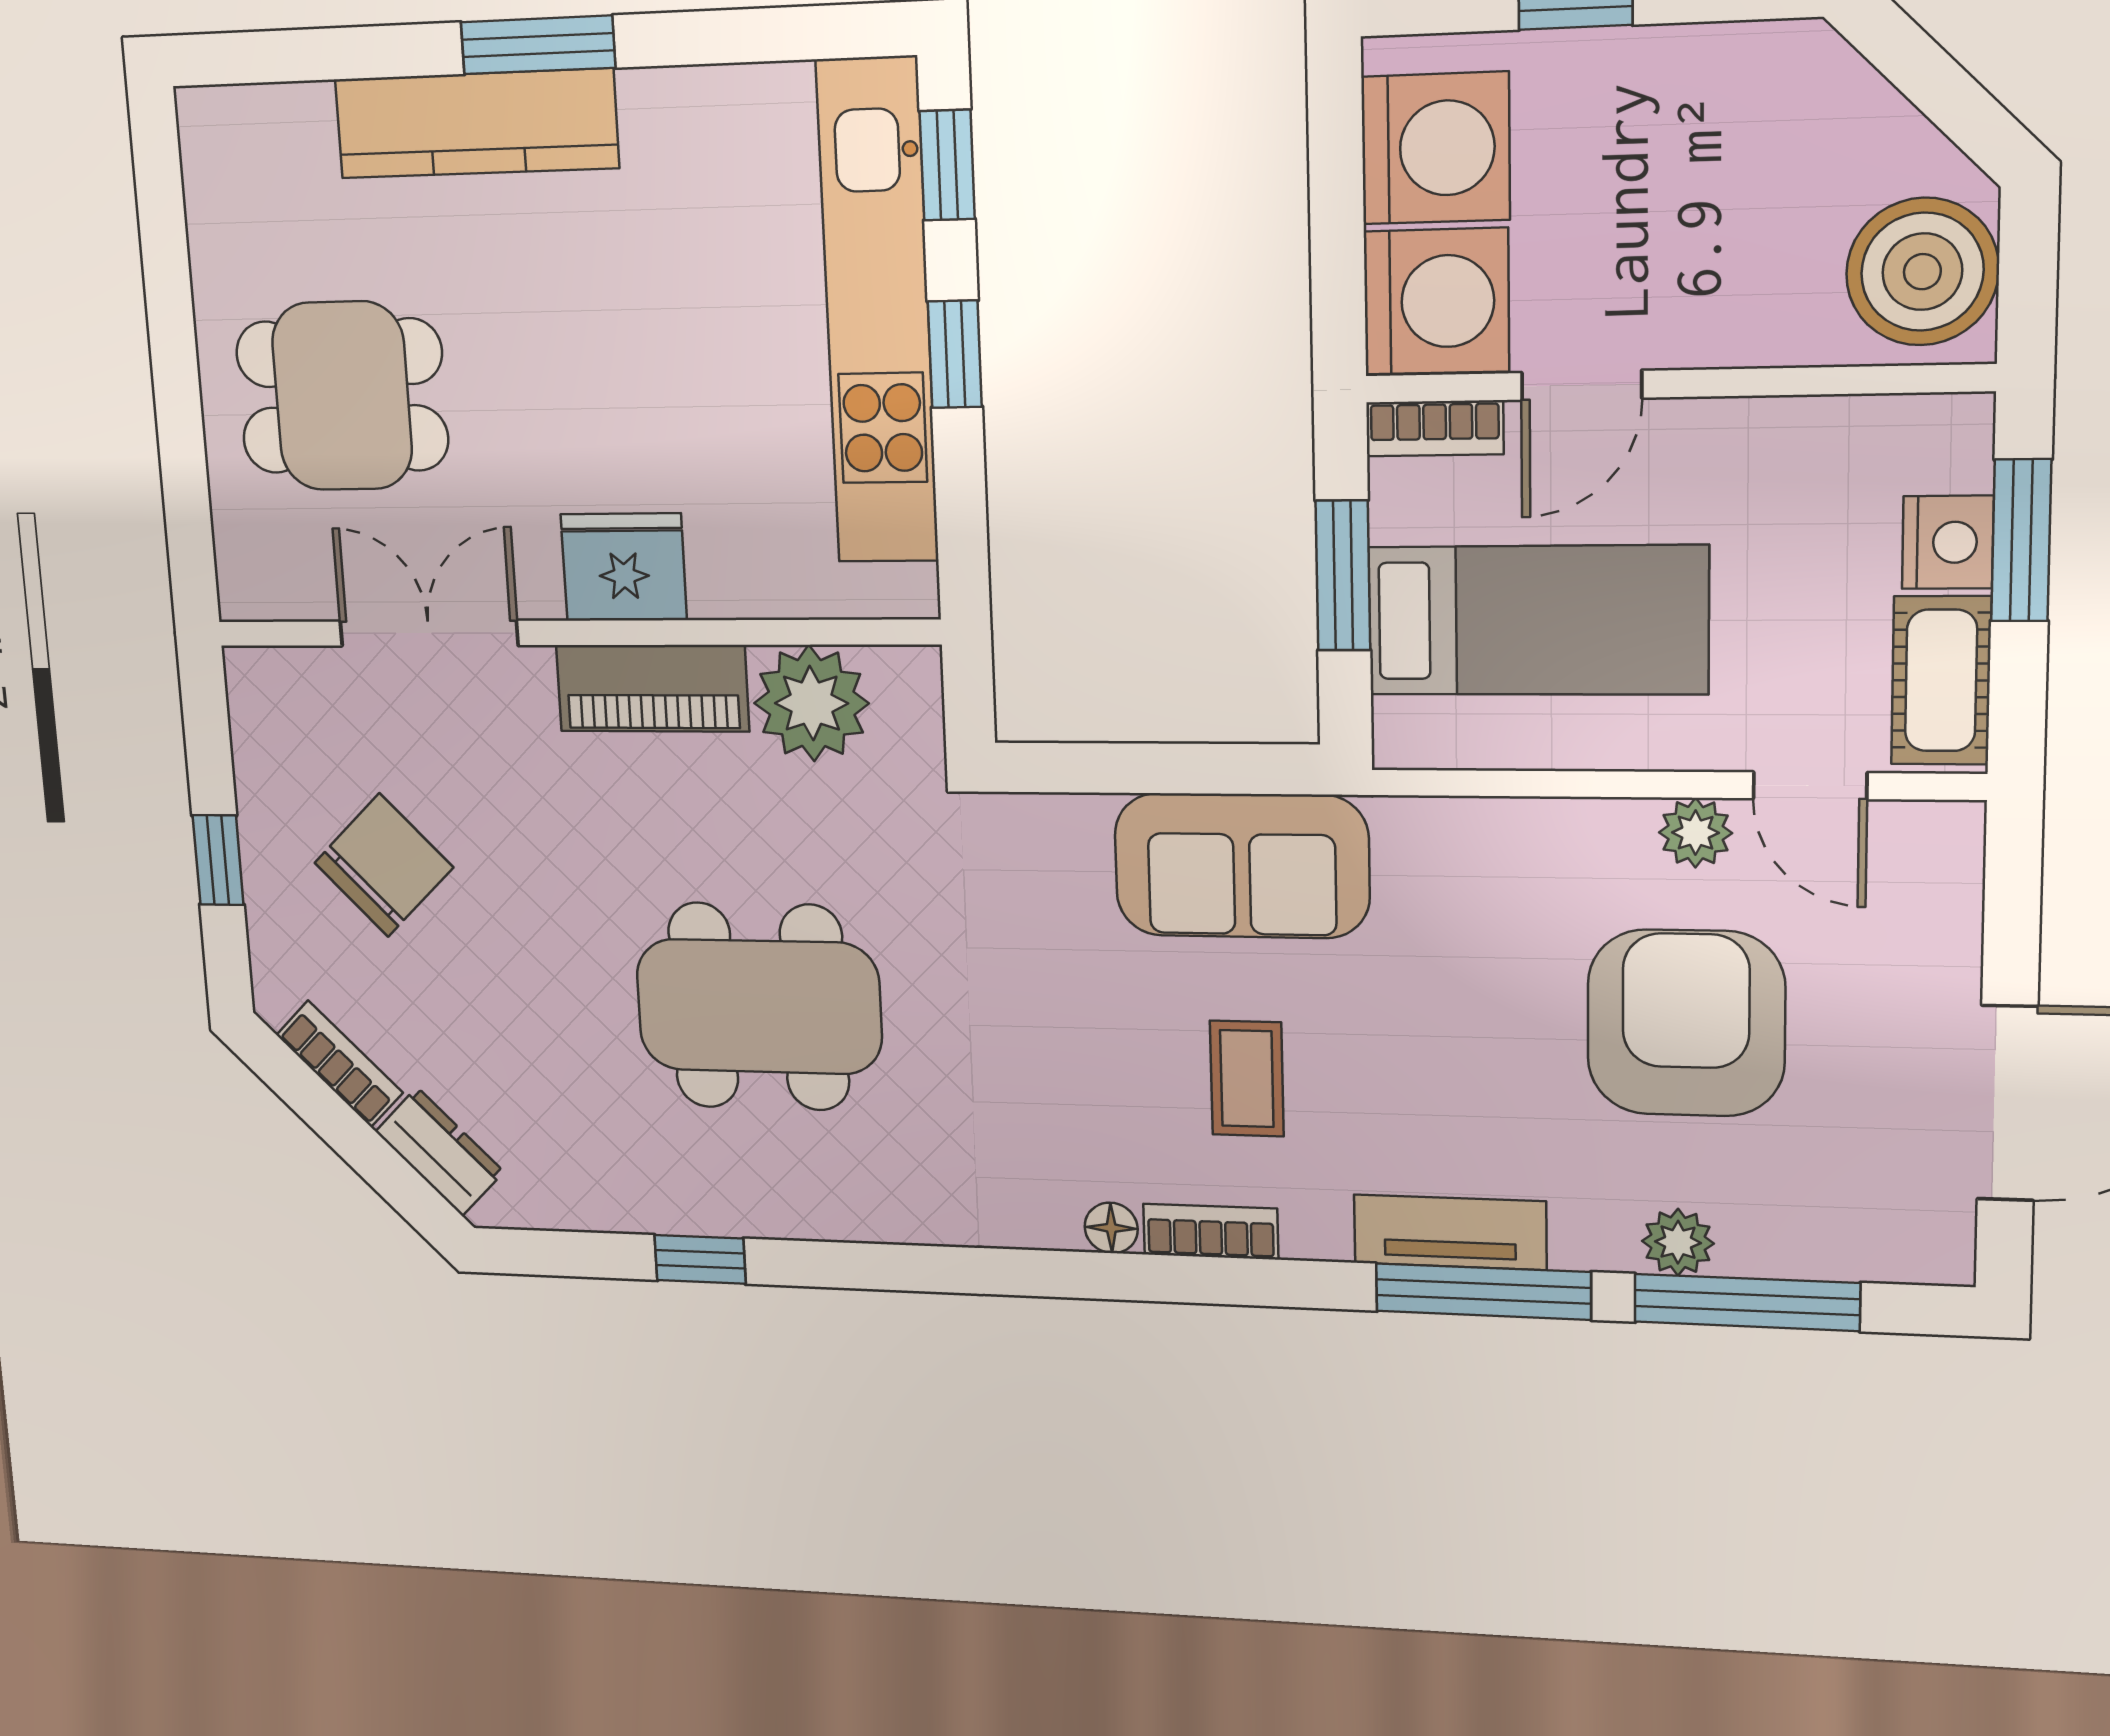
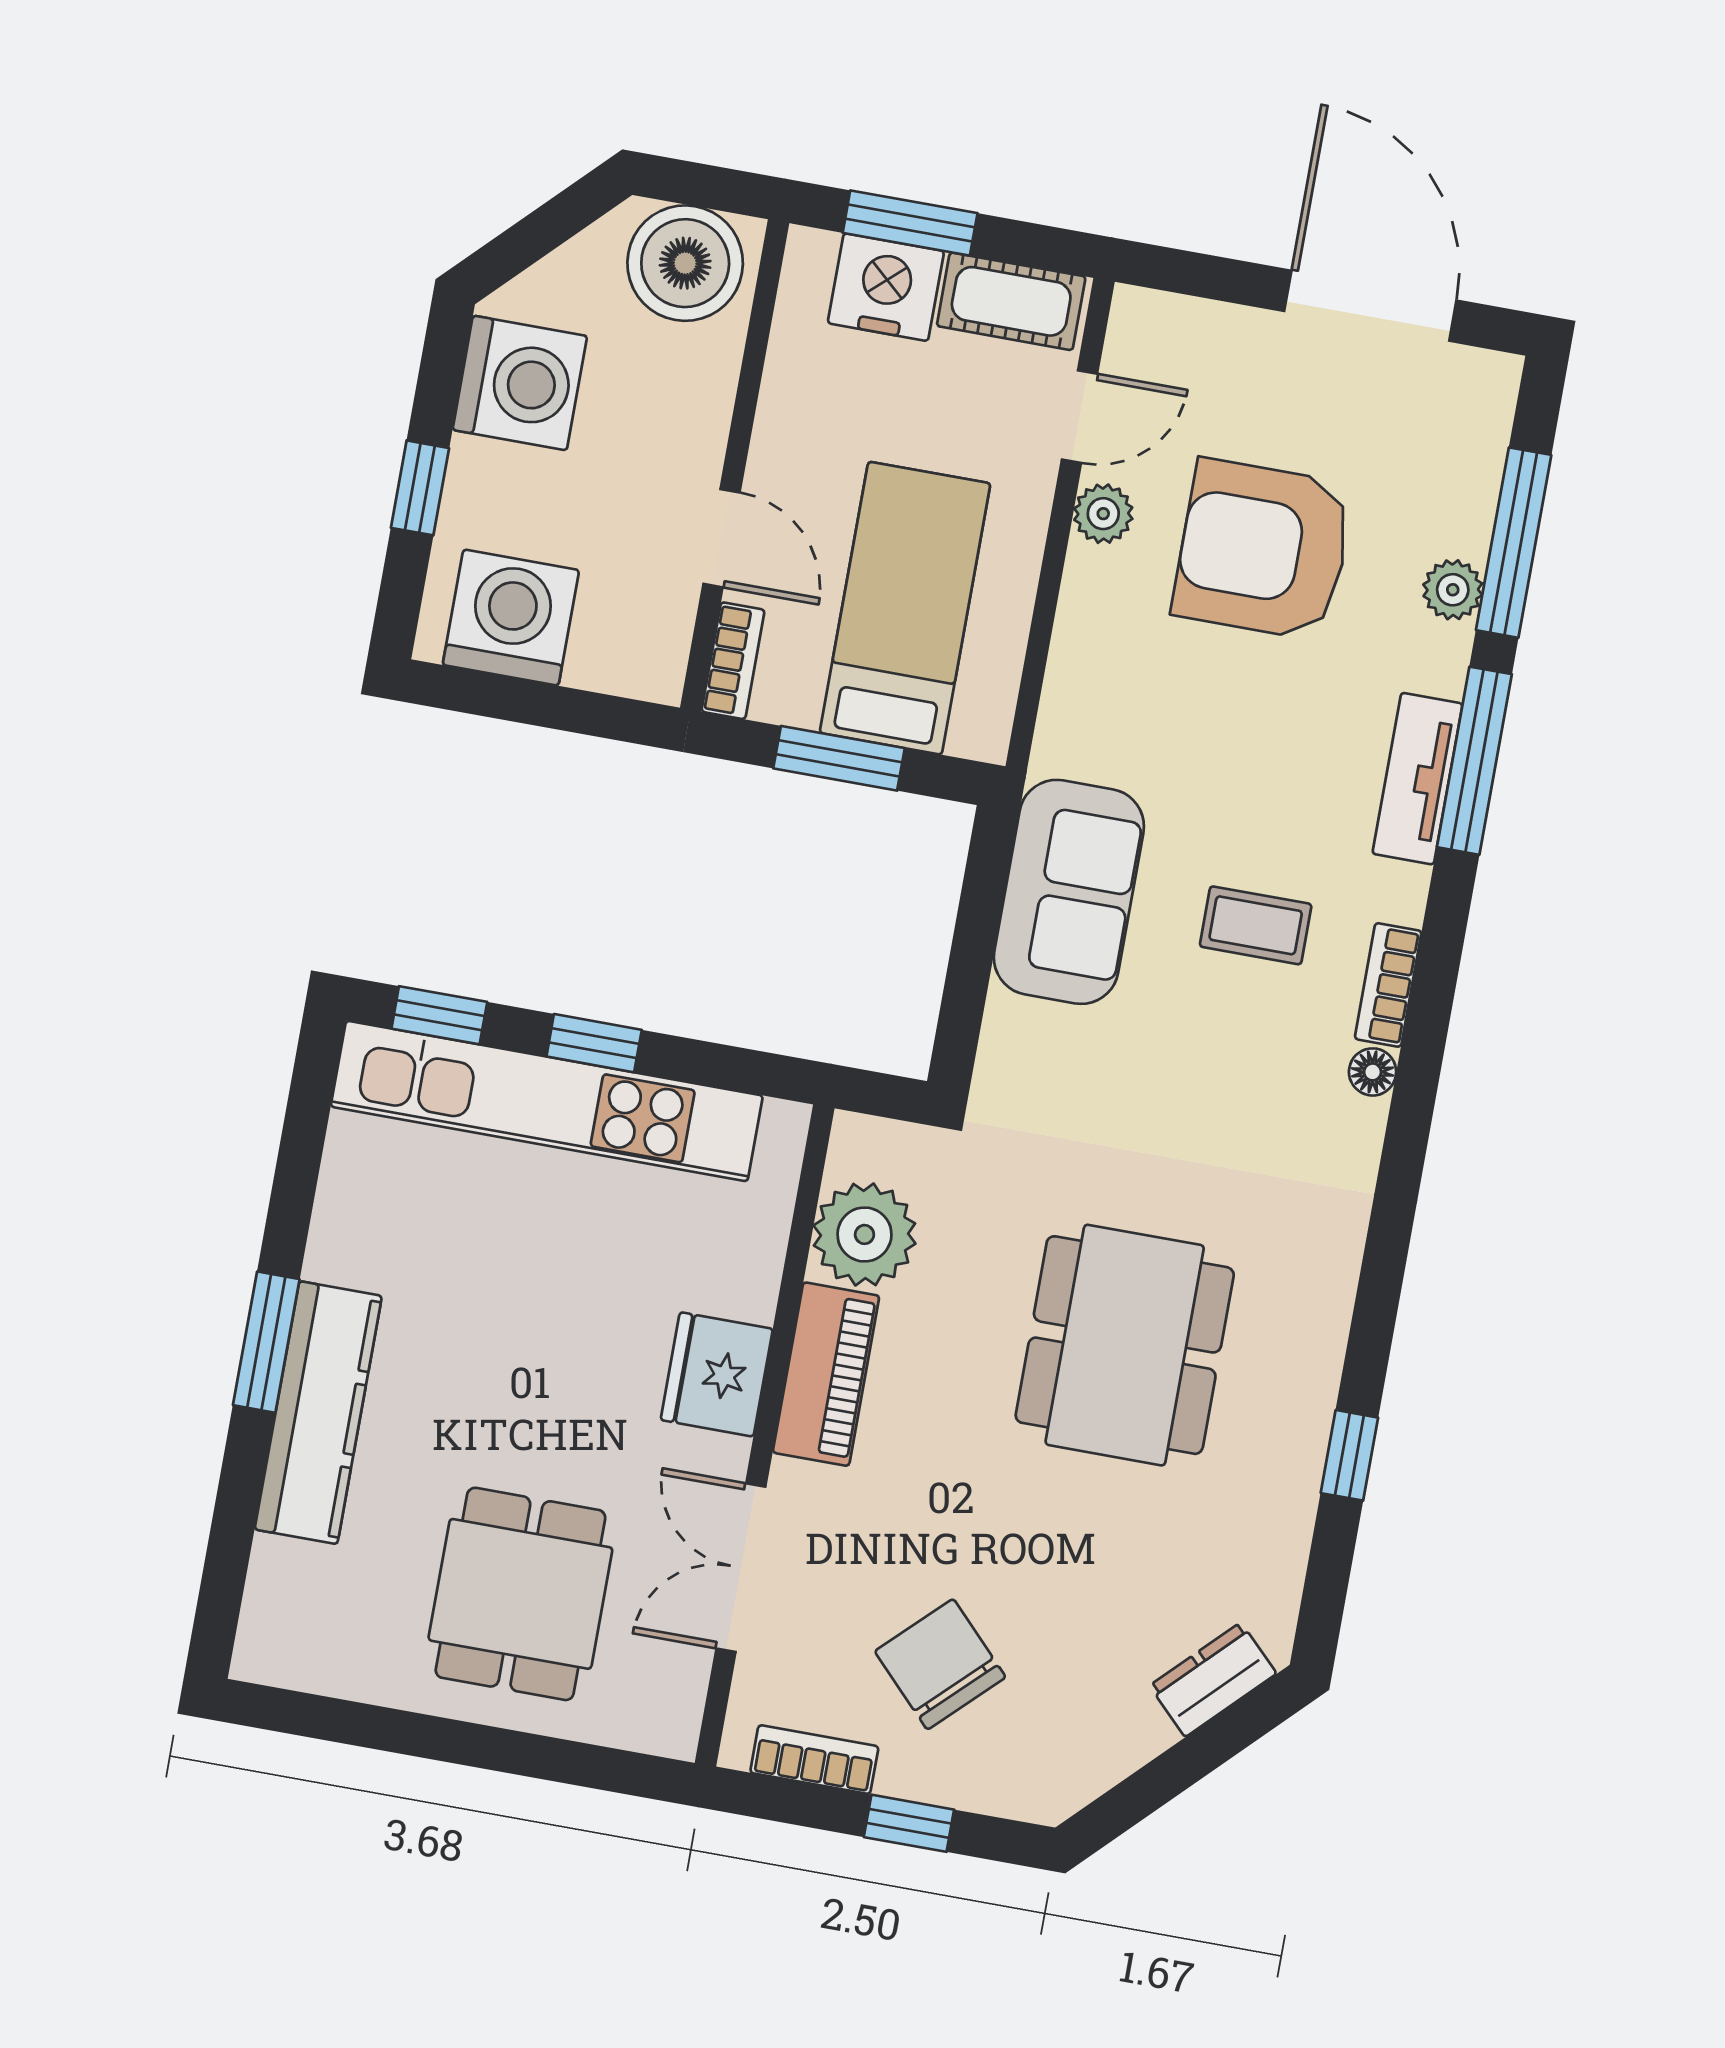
washing machine: (1436, 301) -> (520, 383), moved, turned 90
nightstand: (1948, 542) -> (886, 287), width x1.36, depth x1.33
bookcase: (340, 1064) -> (814, 1760), moved, turned 45

